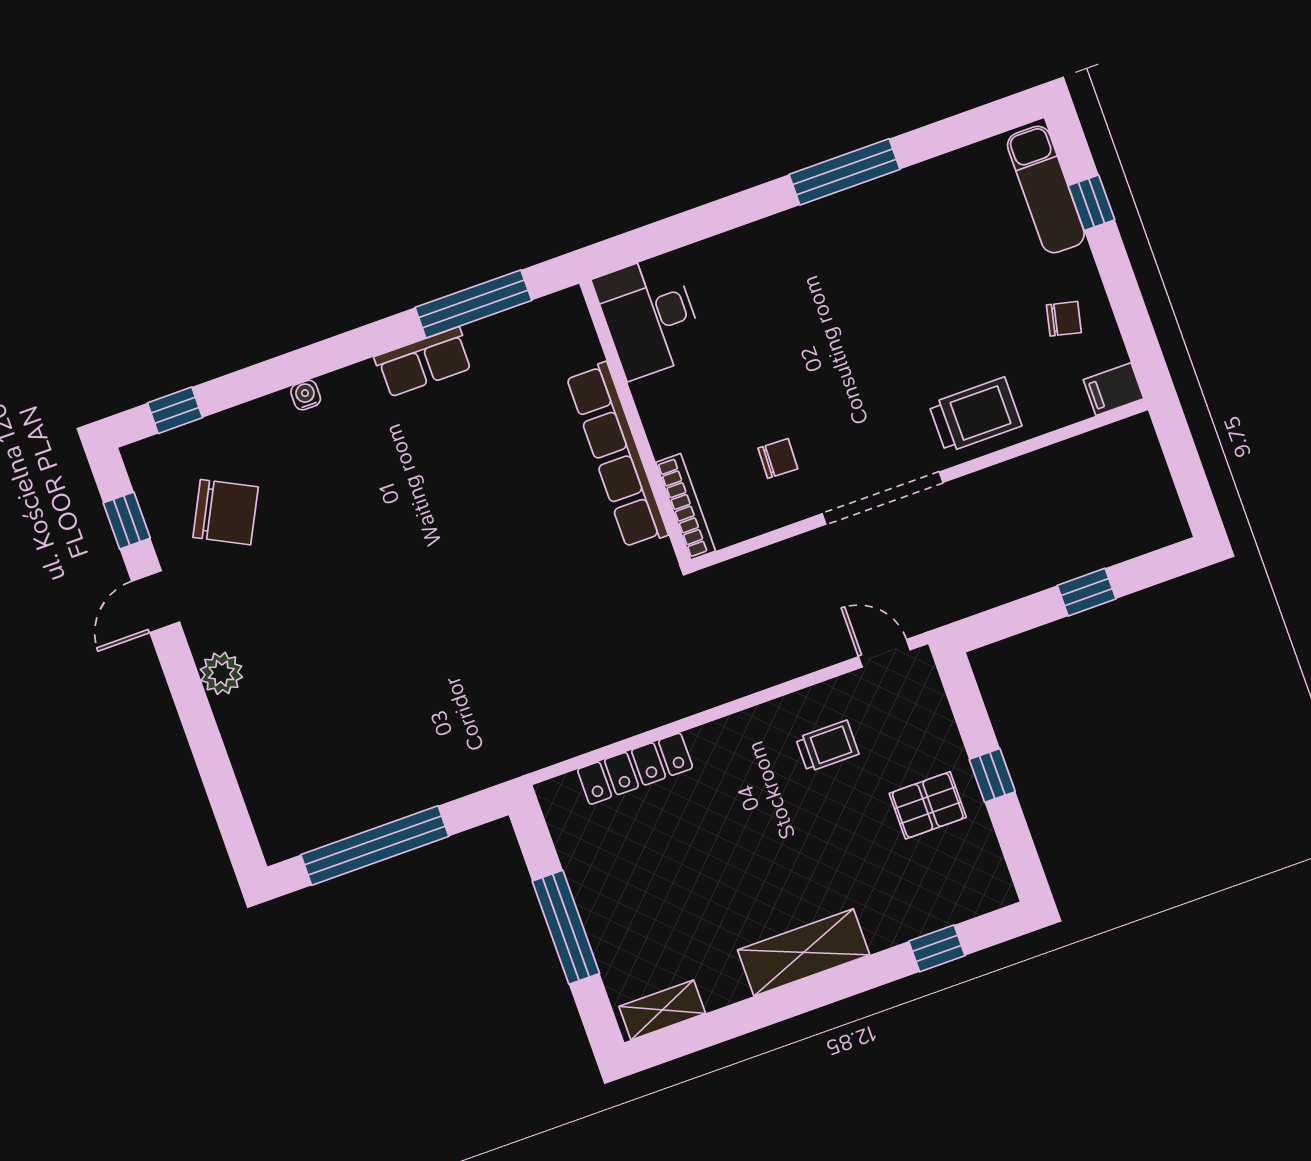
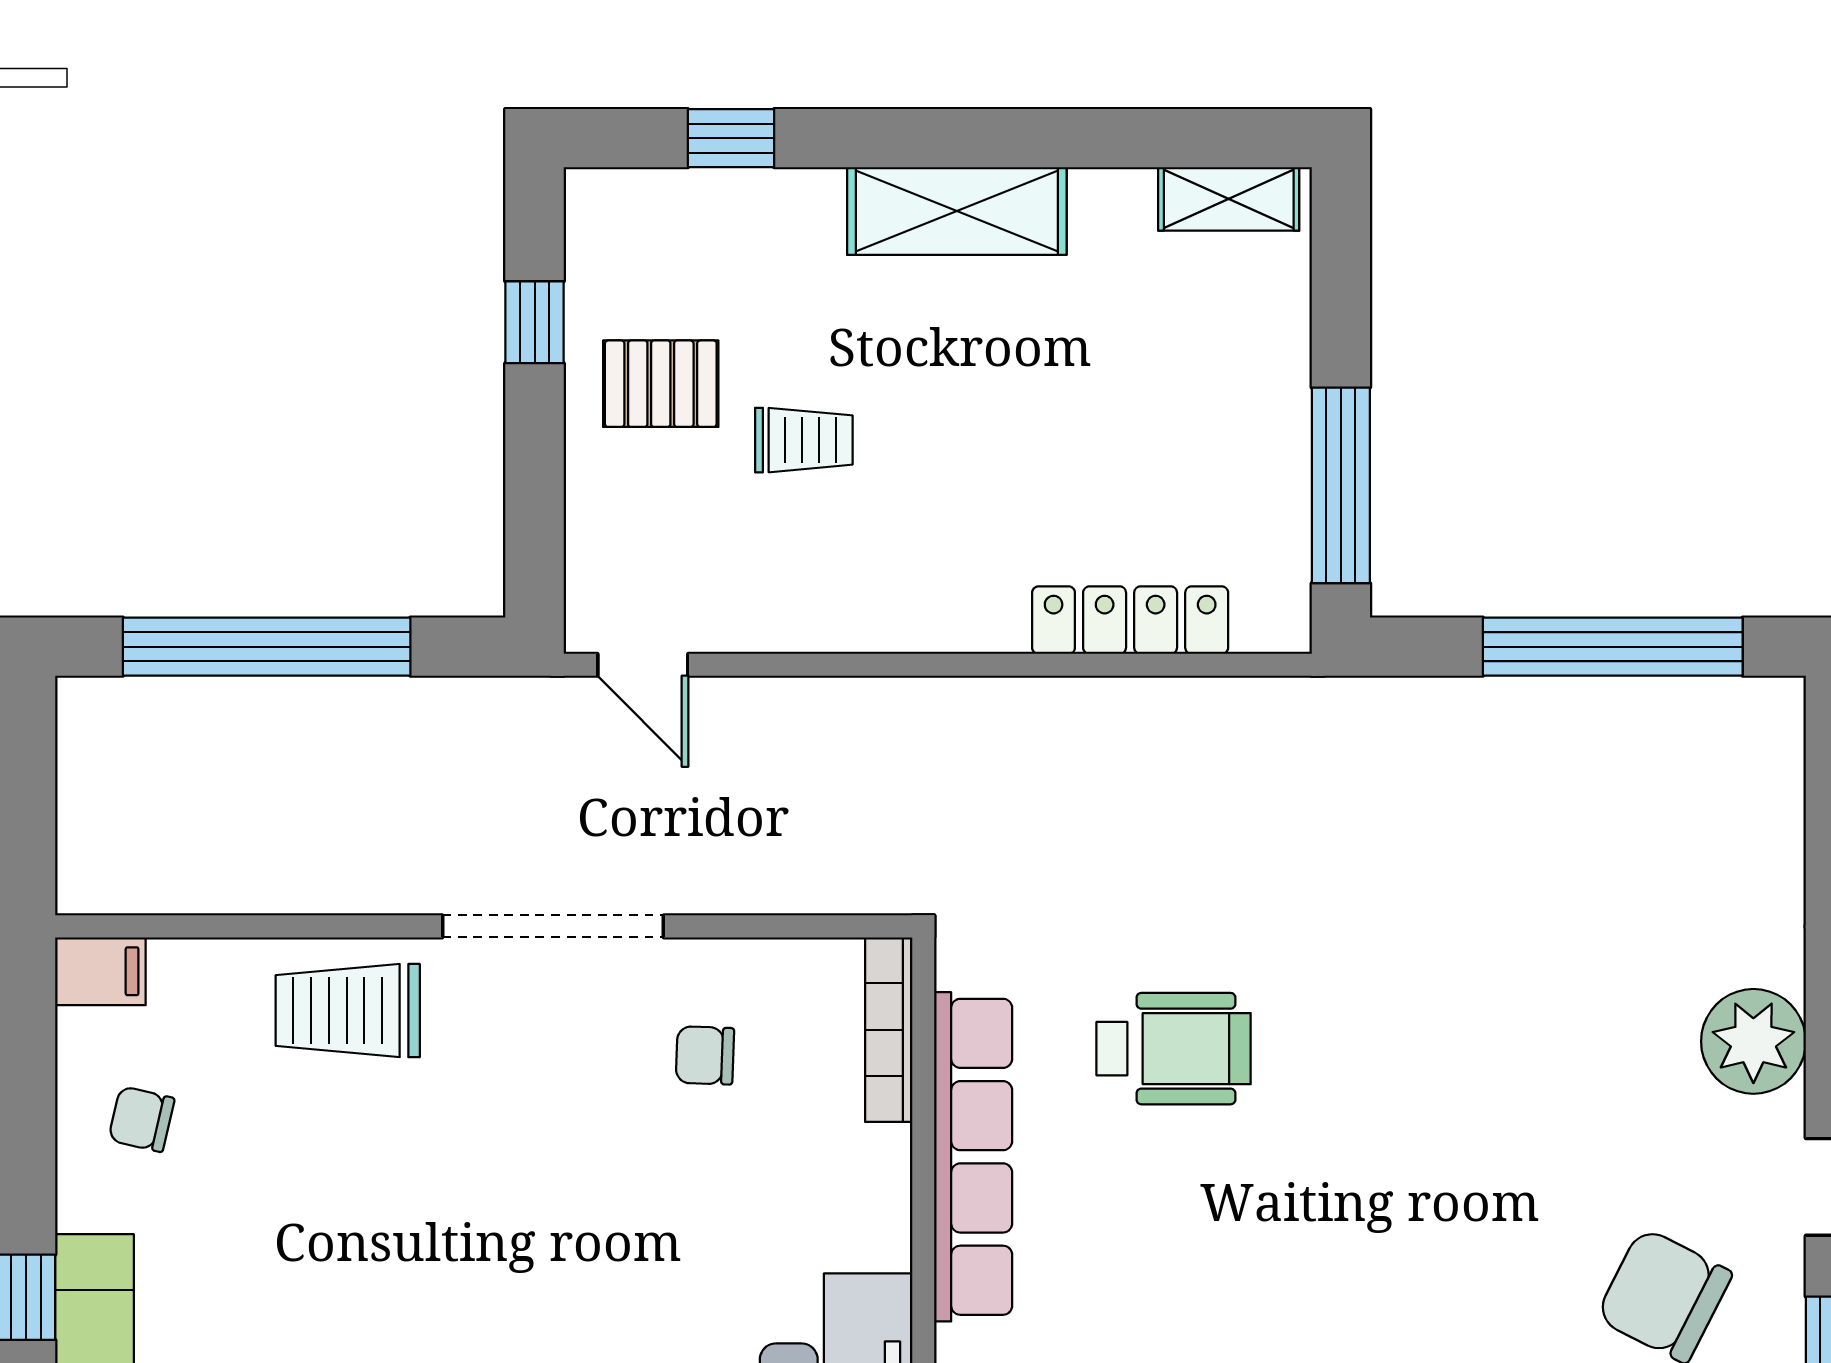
wheelchair: (531, 550) -> (1174, 1049), added
window: (1087, 592) -> (267, 647), width x3.17
plant: (221, 673) -> (1753, 1041), width x1.36, depth x1.36
trolley: (827, 746) -> (804, 440), moved, turned 180
window: (992, 775) -> (535, 322), moved
window: (566, 927) -> (1341, 485), moved

